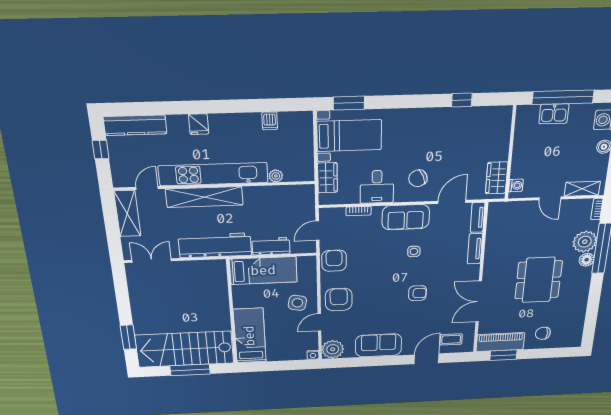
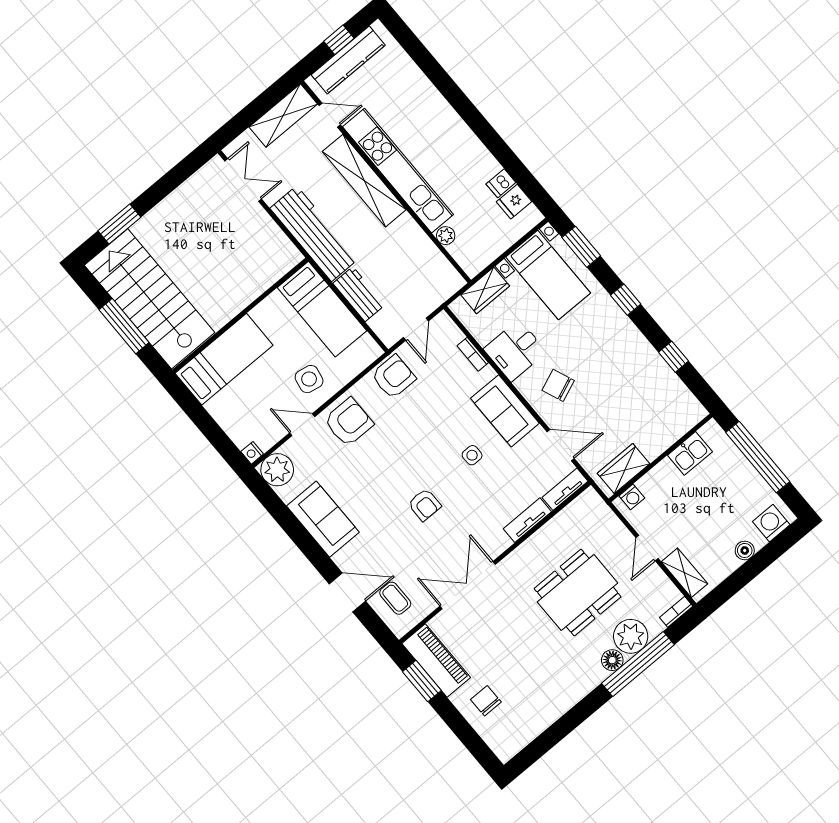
window: (403, 102) -> (626, 300), added
kitchen sink: (554, 114) -> (690, 453), moved, turned -90
fridge: (199, 124) -> (514, 202), moved
kitchen counter: (135, 125) -> (348, 60), moved, turned -90
door: (317, 231) -> (416, 329), swing flipped
dining table: (539, 280) -> (578, 593), moved

